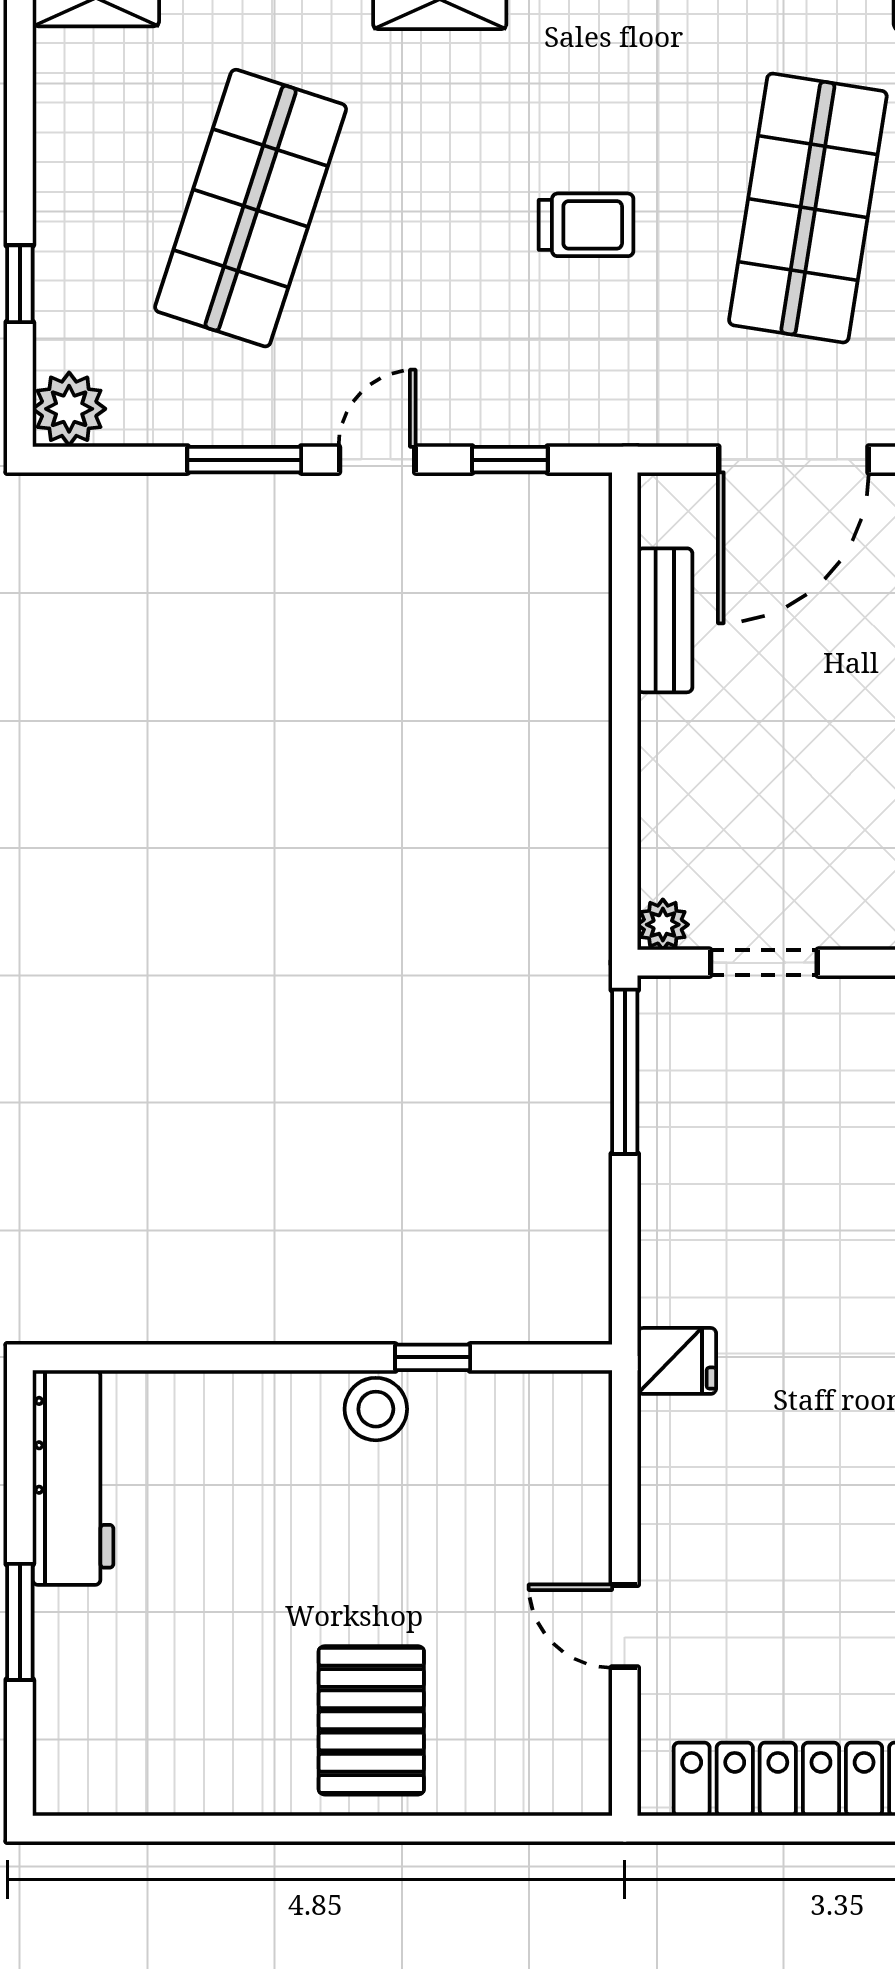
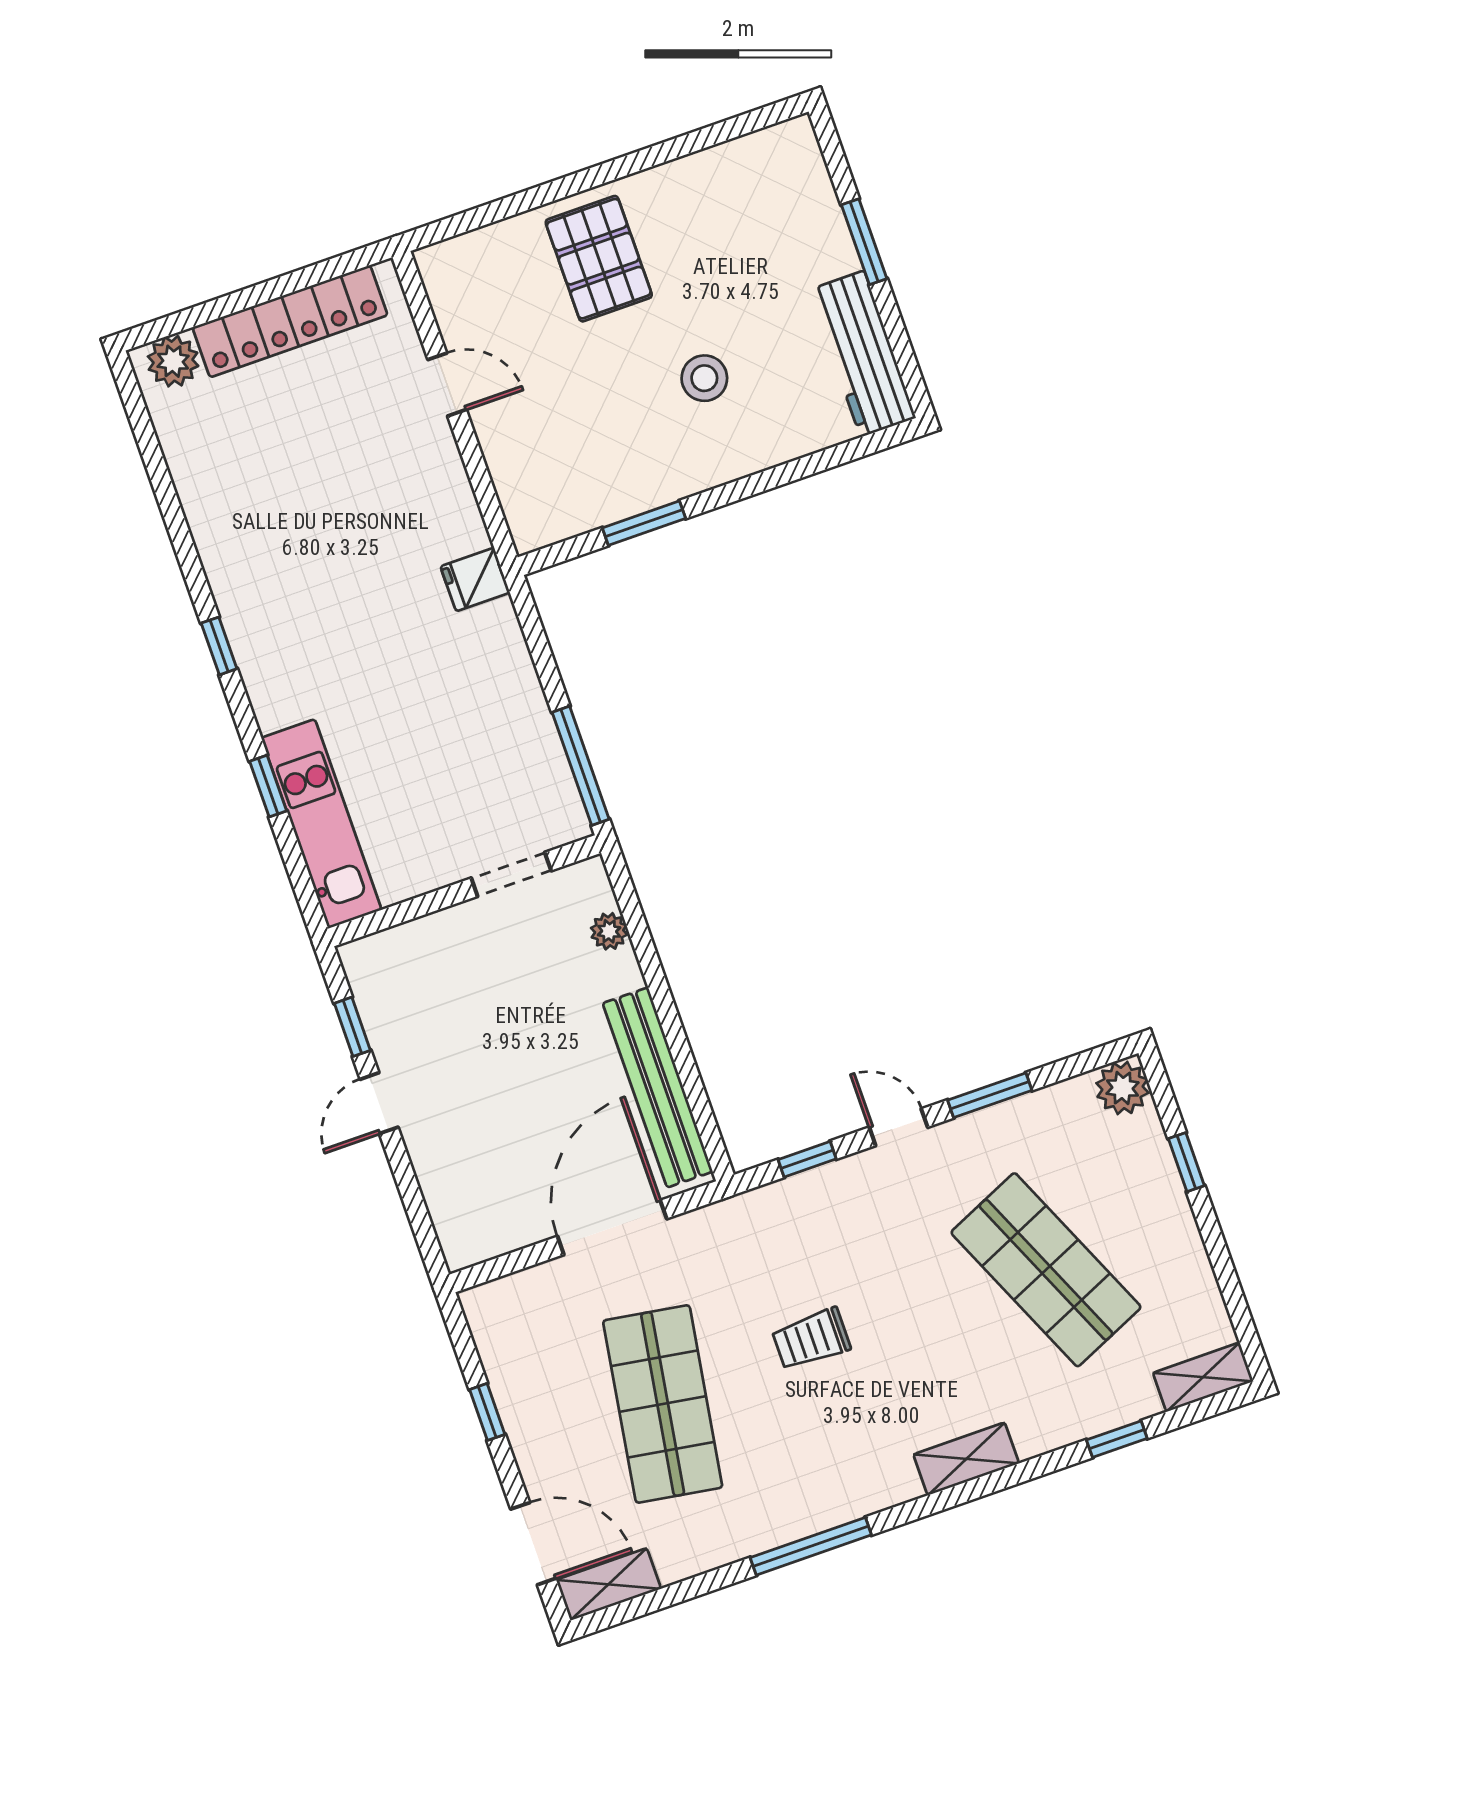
shop shelf: (251, 208) -> (1046, 1270), turned -42
door: (377, 460) -> (898, 1127), swing flipped
bench: (665, 620) -> (658, 1087), width x1.86, depth x1.21
plant: (663, 925) -> (609, 931), moved
window: (433, 1357) -> (644, 523), width x1.50
stool: (376, 1409) -> (704, 378), moved

